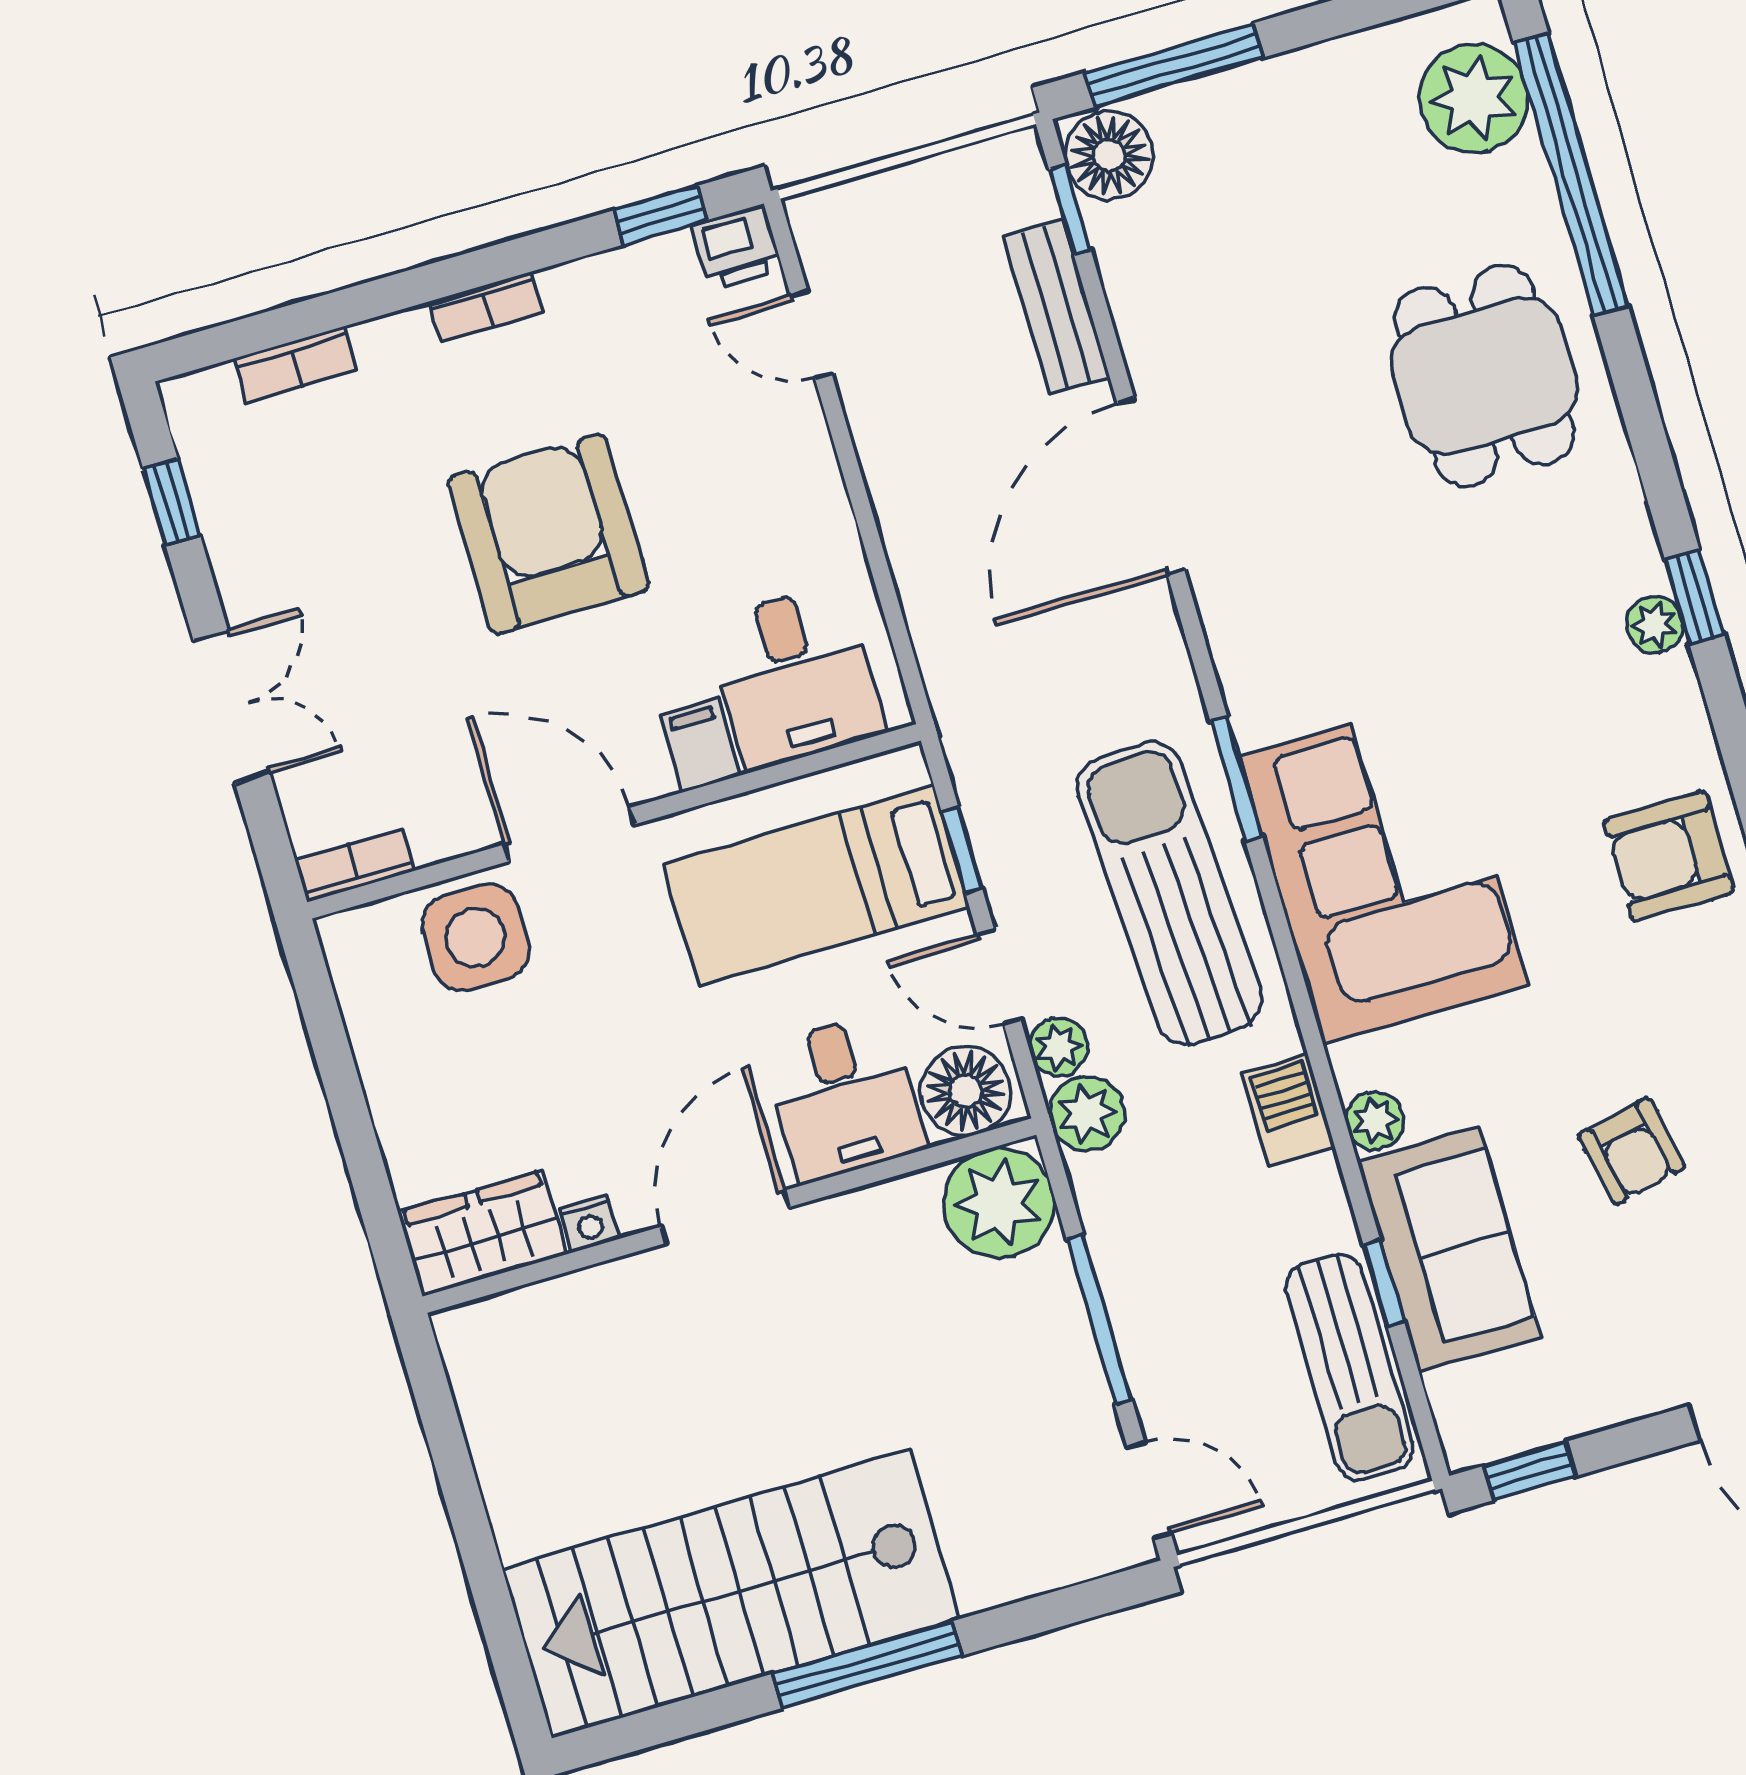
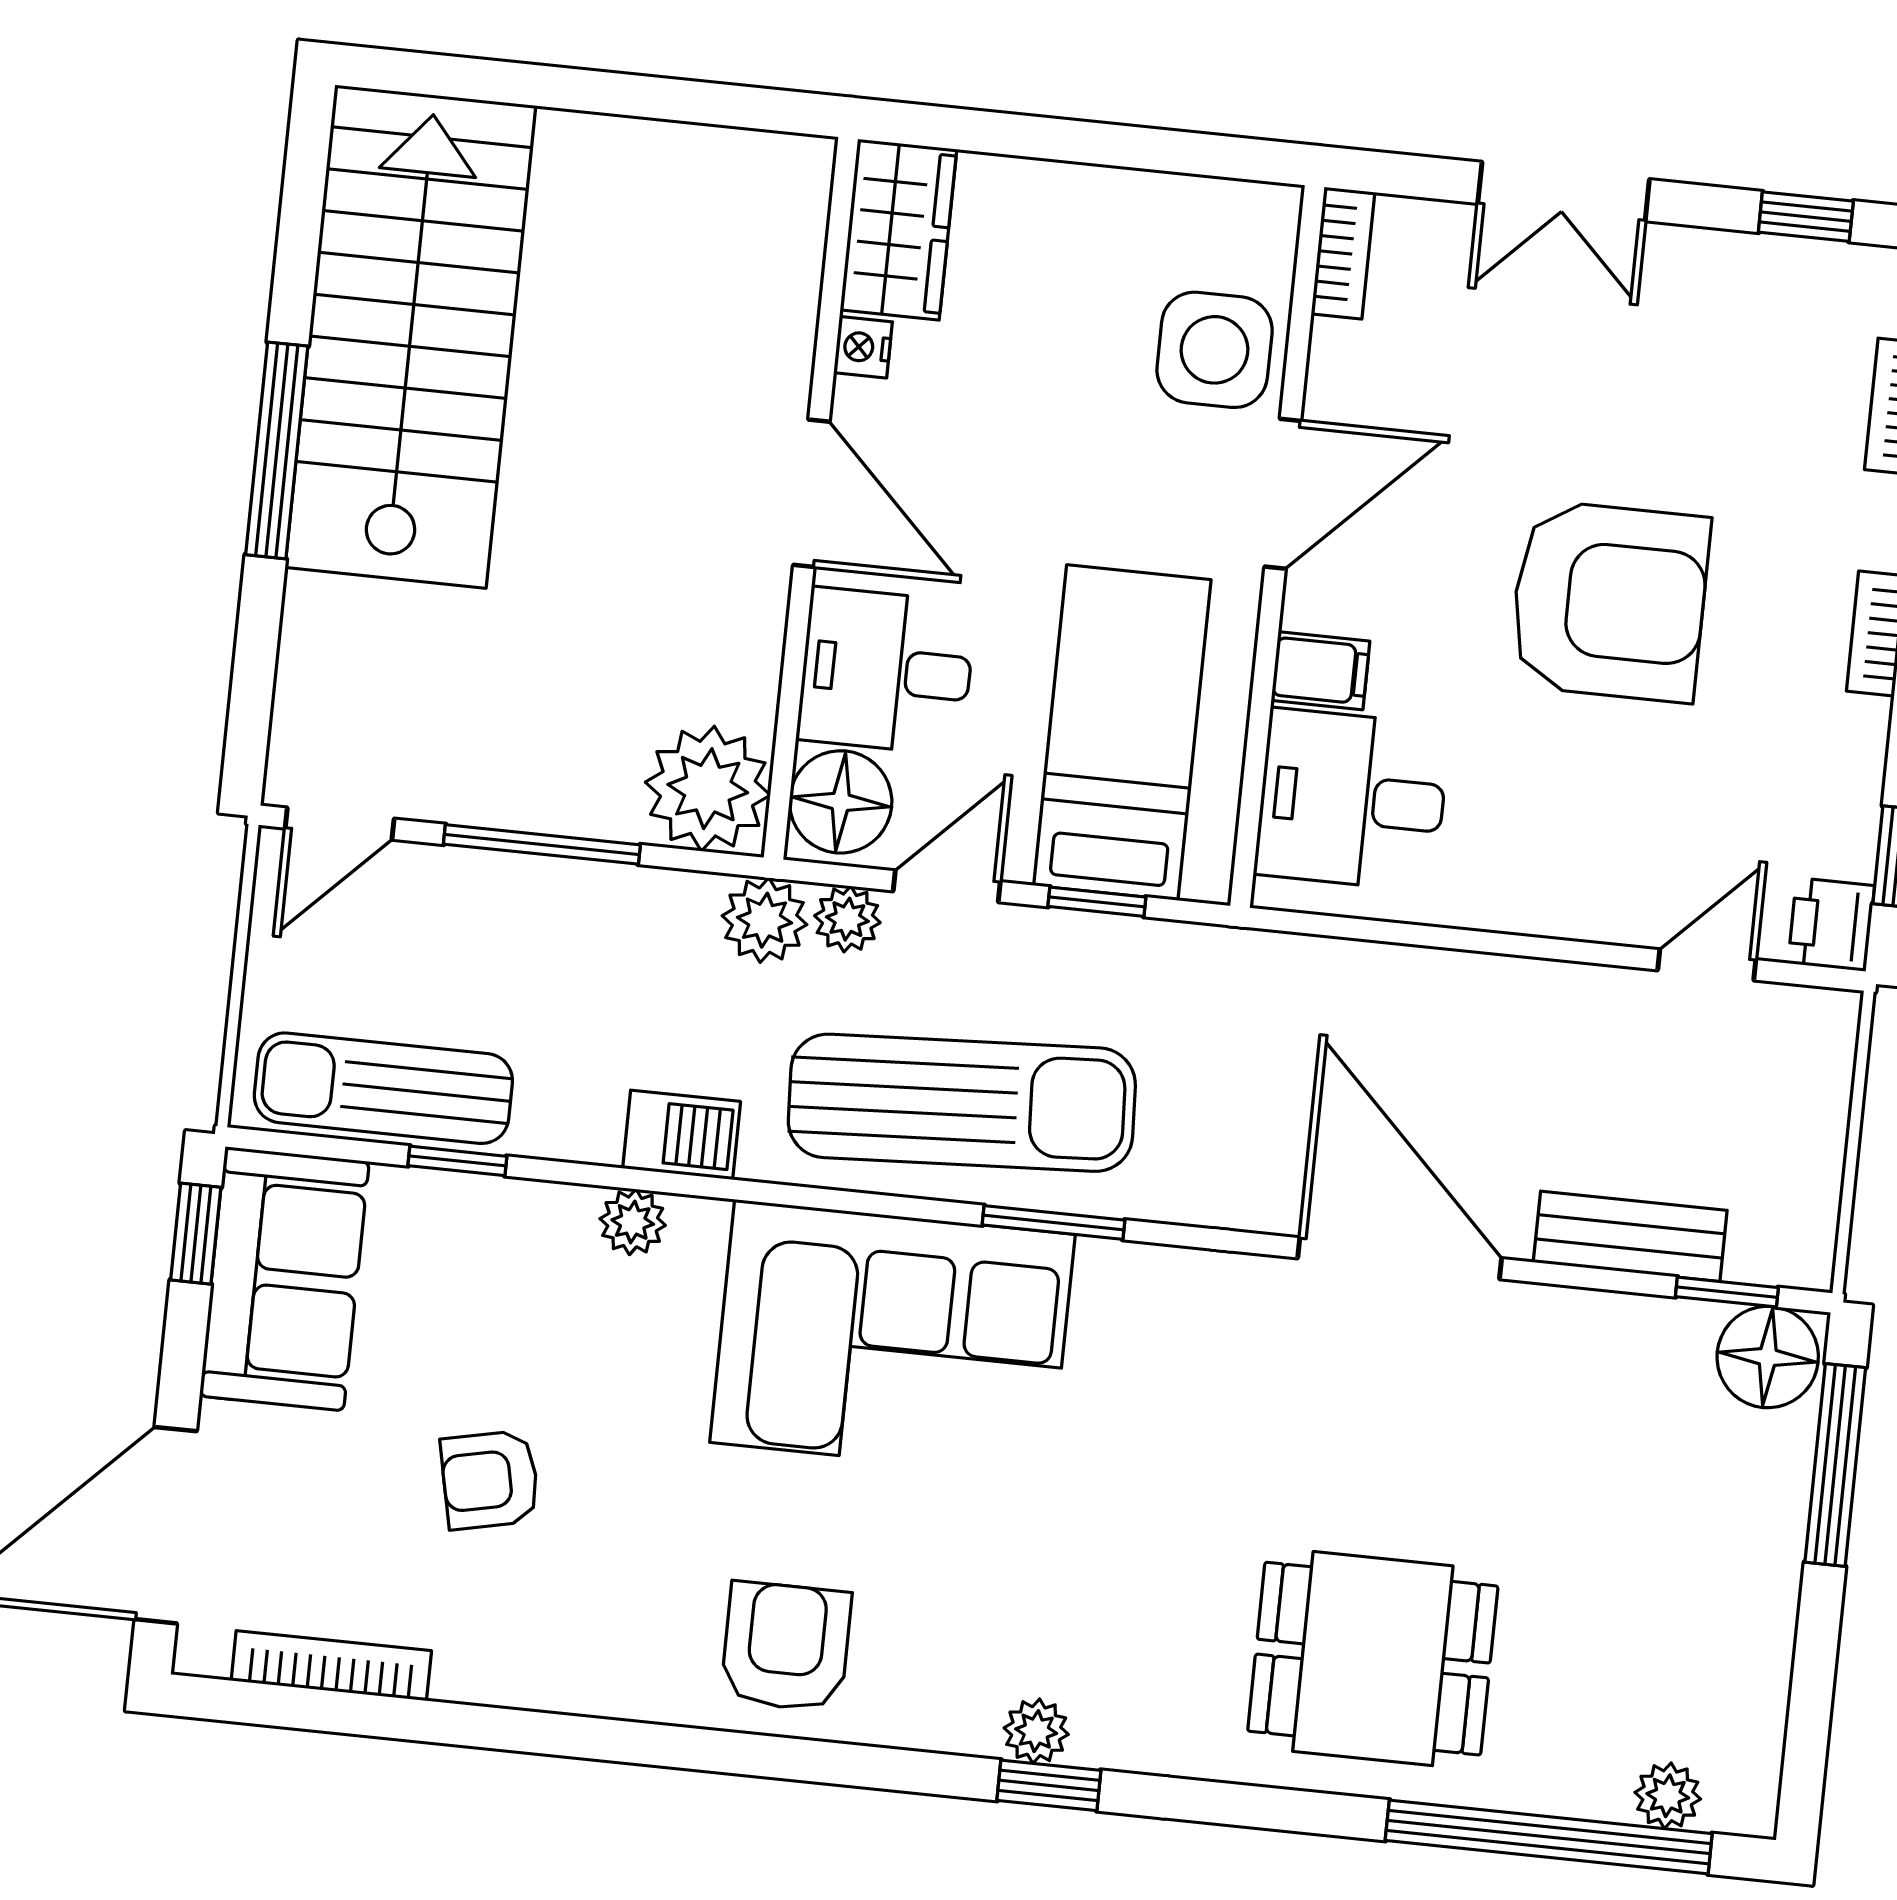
plant: (1474, 98) -> (1668, 1796), width x0.53, depth x0.53
sofa: (1449, 1250) -> (284, 1279), moved, turned -90

